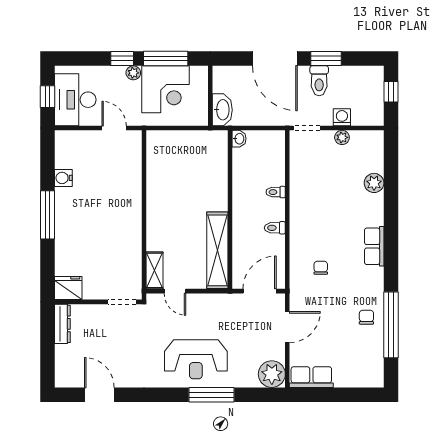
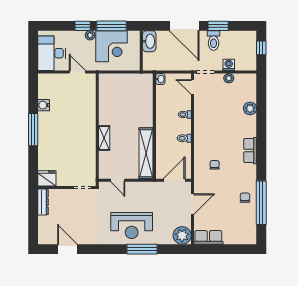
window: (48, 97) -> (33, 51), removed
washbasin: (222, 110) -> (149, 41), moved
door: (287, 151) -> (192, 87), added
shelving: (154, 270) -> (104, 138), moved

